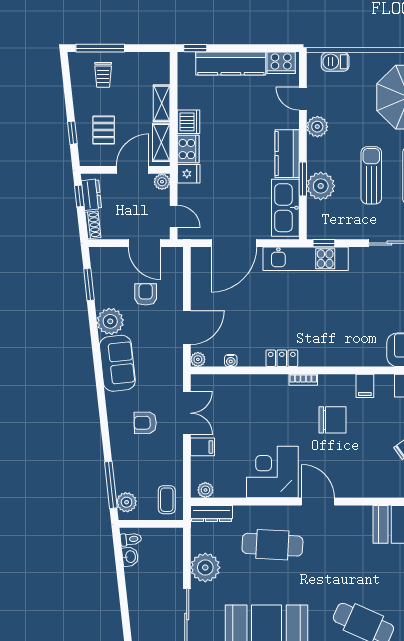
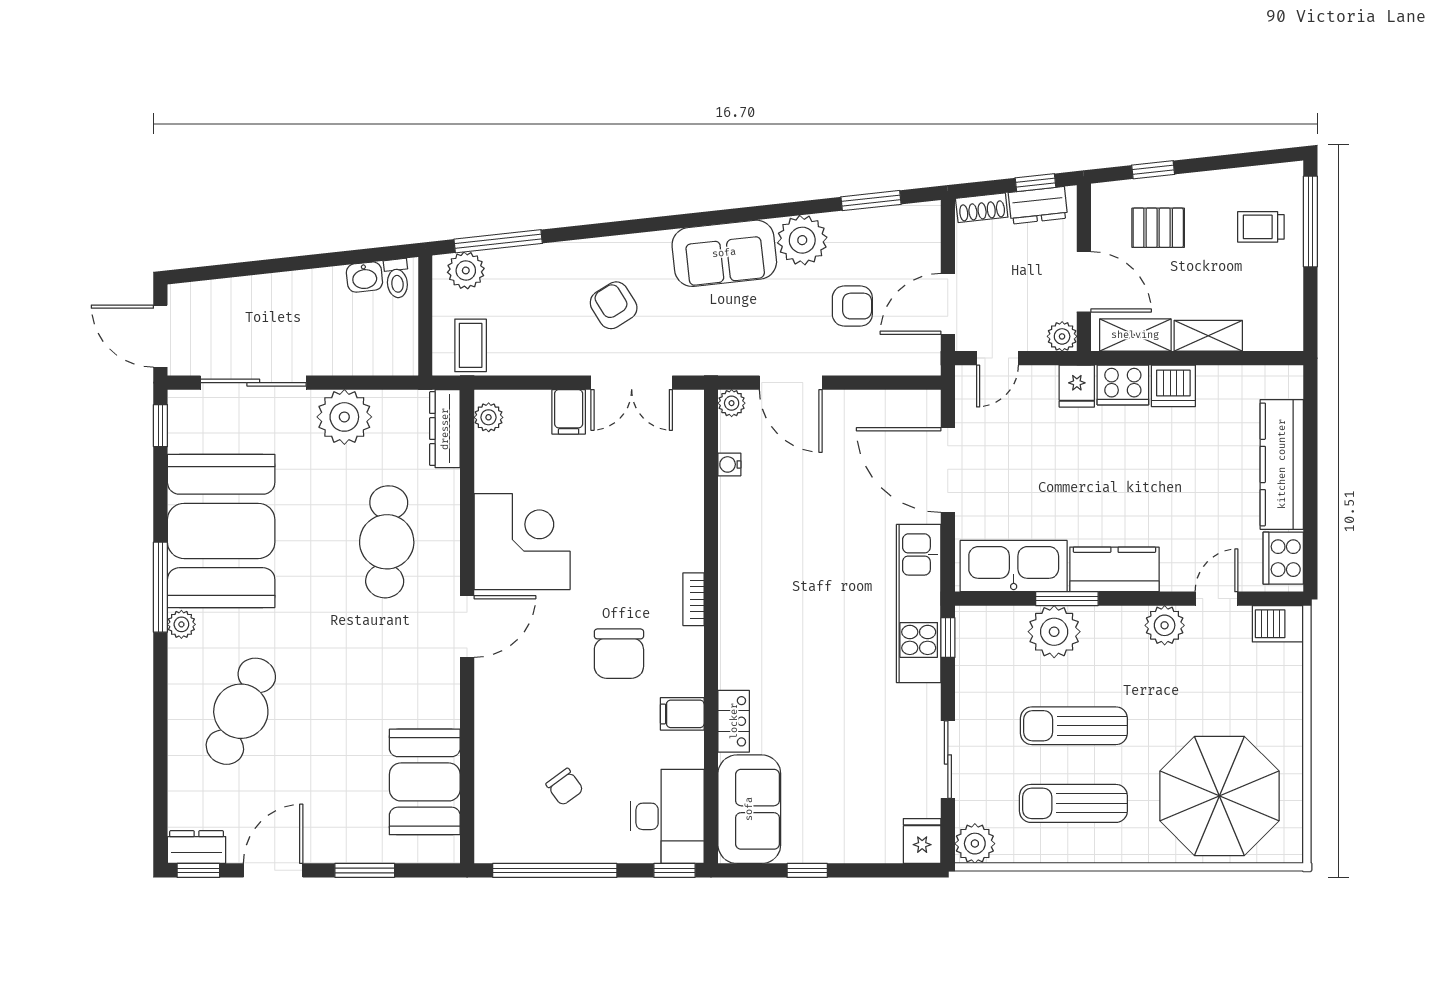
window: (195, 48) -> (1310, 398), removed
barbecue: (335, 62) -> (1278, 624), moved, turned -90
sun lounger: (371, 175) -> (1074, 726), turned 180
locker: (282, 358) -> (734, 721), moved
armchair: (145, 423) -> (614, 305), turned -31
coffee table: (167, 500) -> (471, 345), turned 90

